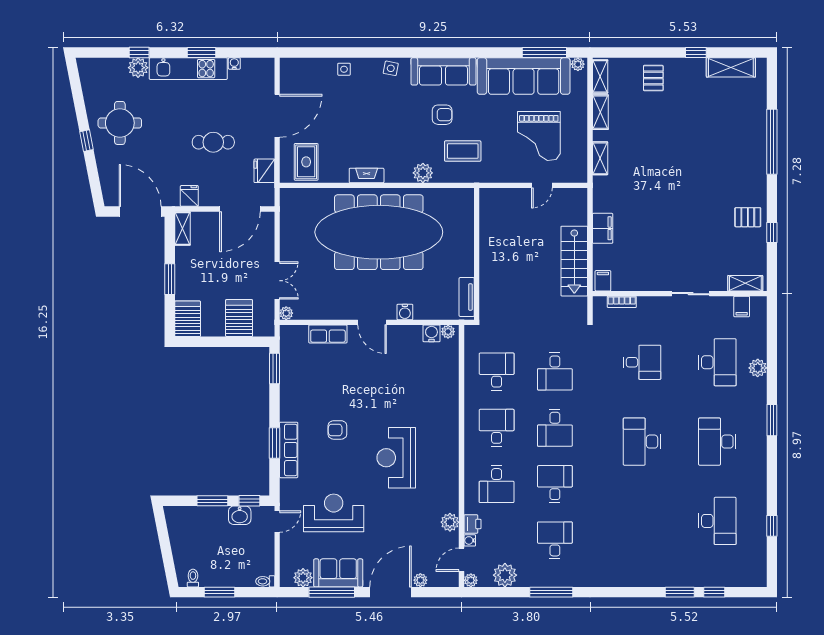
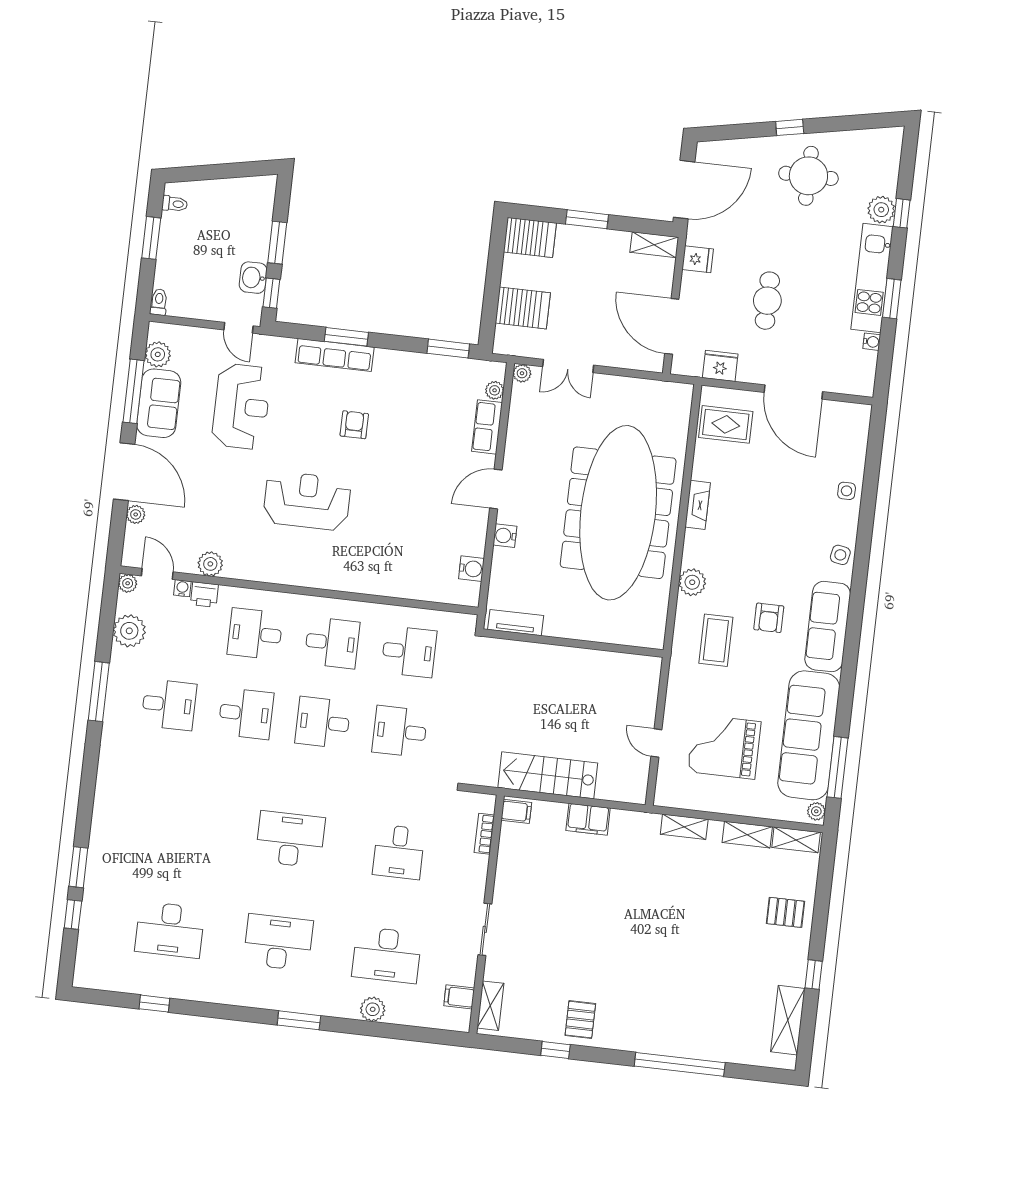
plant: (448, 332) -> (495, 390), moved

